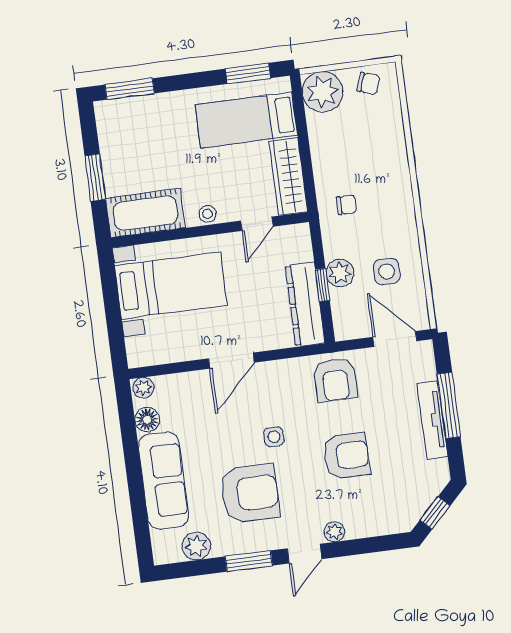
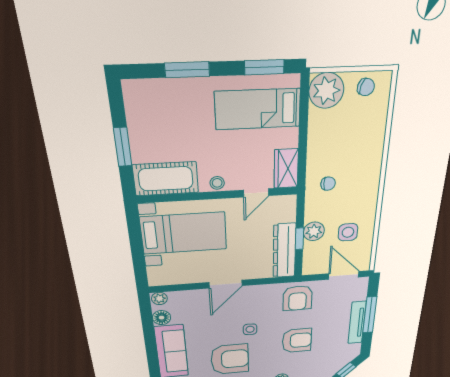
window: (130, 89) -> (187, 70), moved
wardrobe: (288, 177) -> (286, 169), width x0.67

